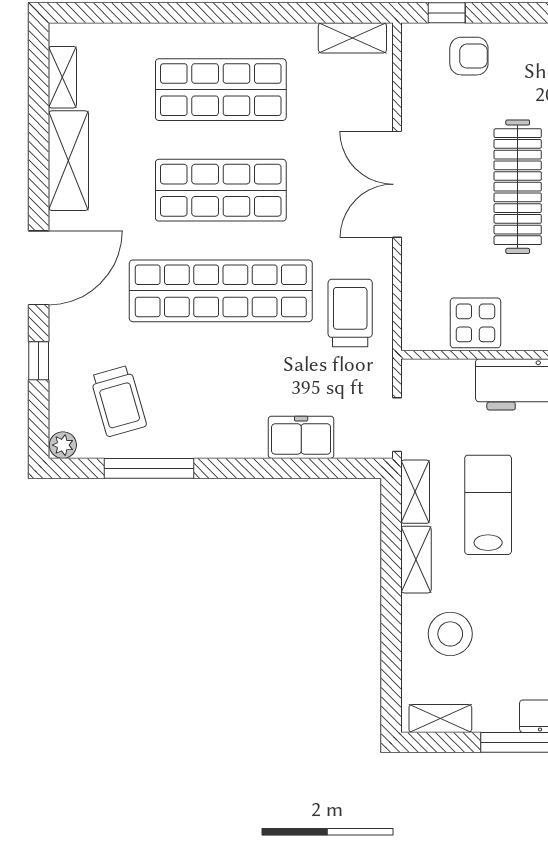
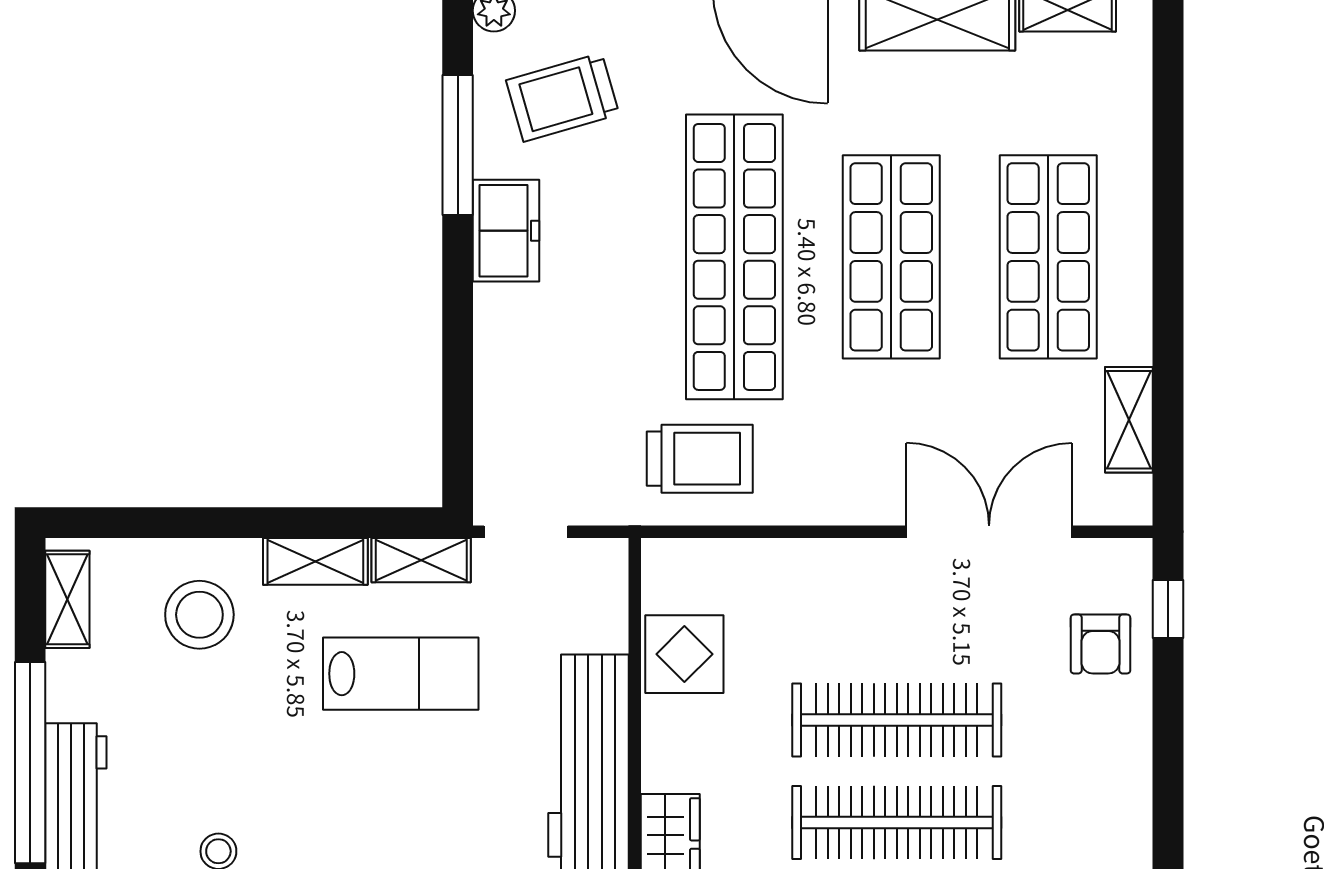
shelving: (352, 38) -> (1129, 420), moved
double door: (397, 184) -> (989, 532), moved
freezer: (301, 437) -> (506, 231), moved

